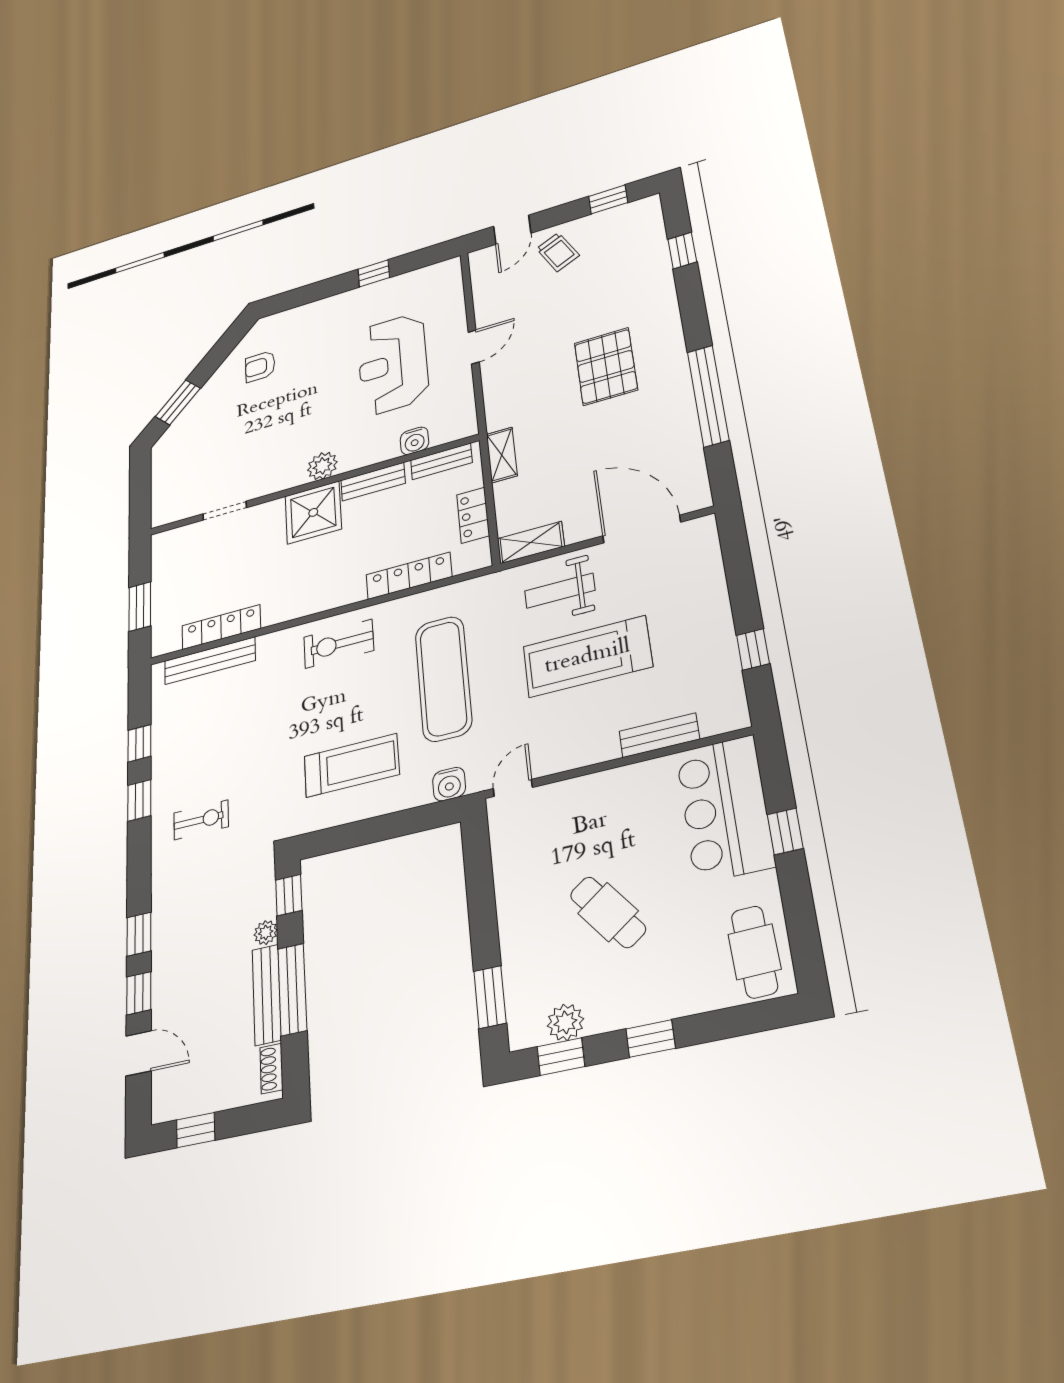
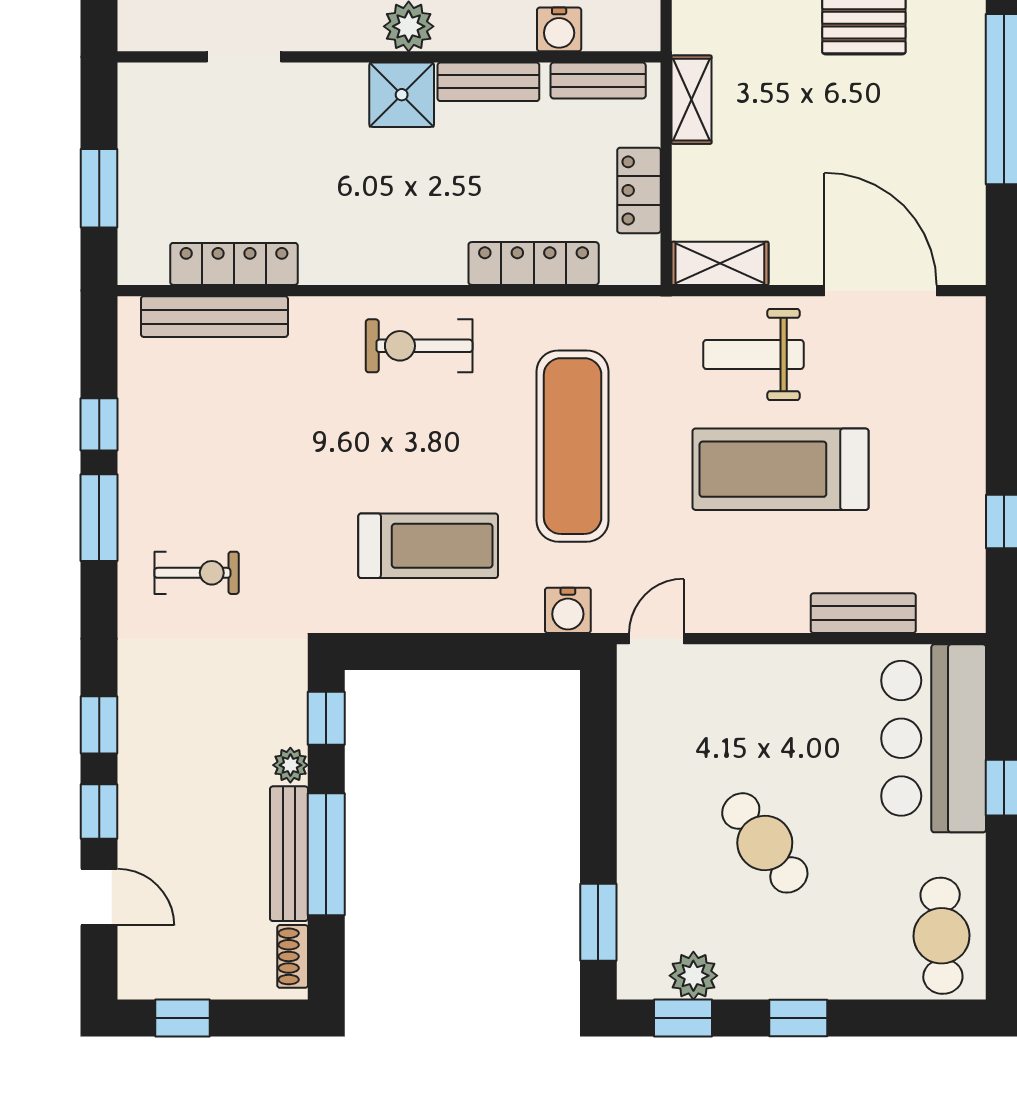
shower: (313, 512) -> (402, 95), width x0.73, depth x0.73
window: (139, 800) -> (99, 518), width x1.50

